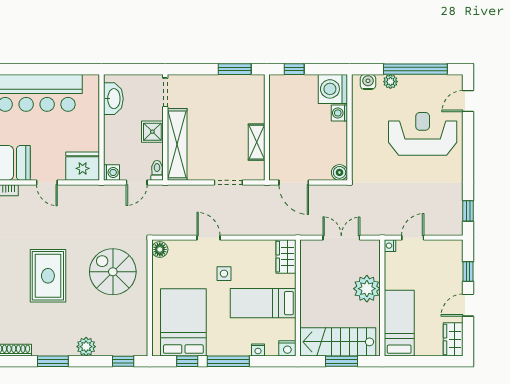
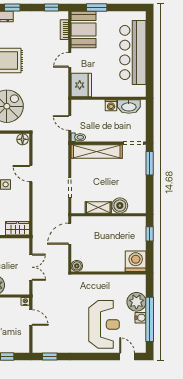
window: (235, 69) -> (150, 163), moved
water cooler: (368, 82) -> (141, 318), moved
plant: (390, 82) -> (136, 302), width x1.88, depth x1.88
boiler: (254, 111) -> (120, 206), added
washing machine: (339, 113) -> (119, 266), removed
shower: (152, 132) -> (106, 134), removed
washing machine: (112, 172) -> (111, 105), moved
door: (208, 238) -> (31, 174), swing flipped

